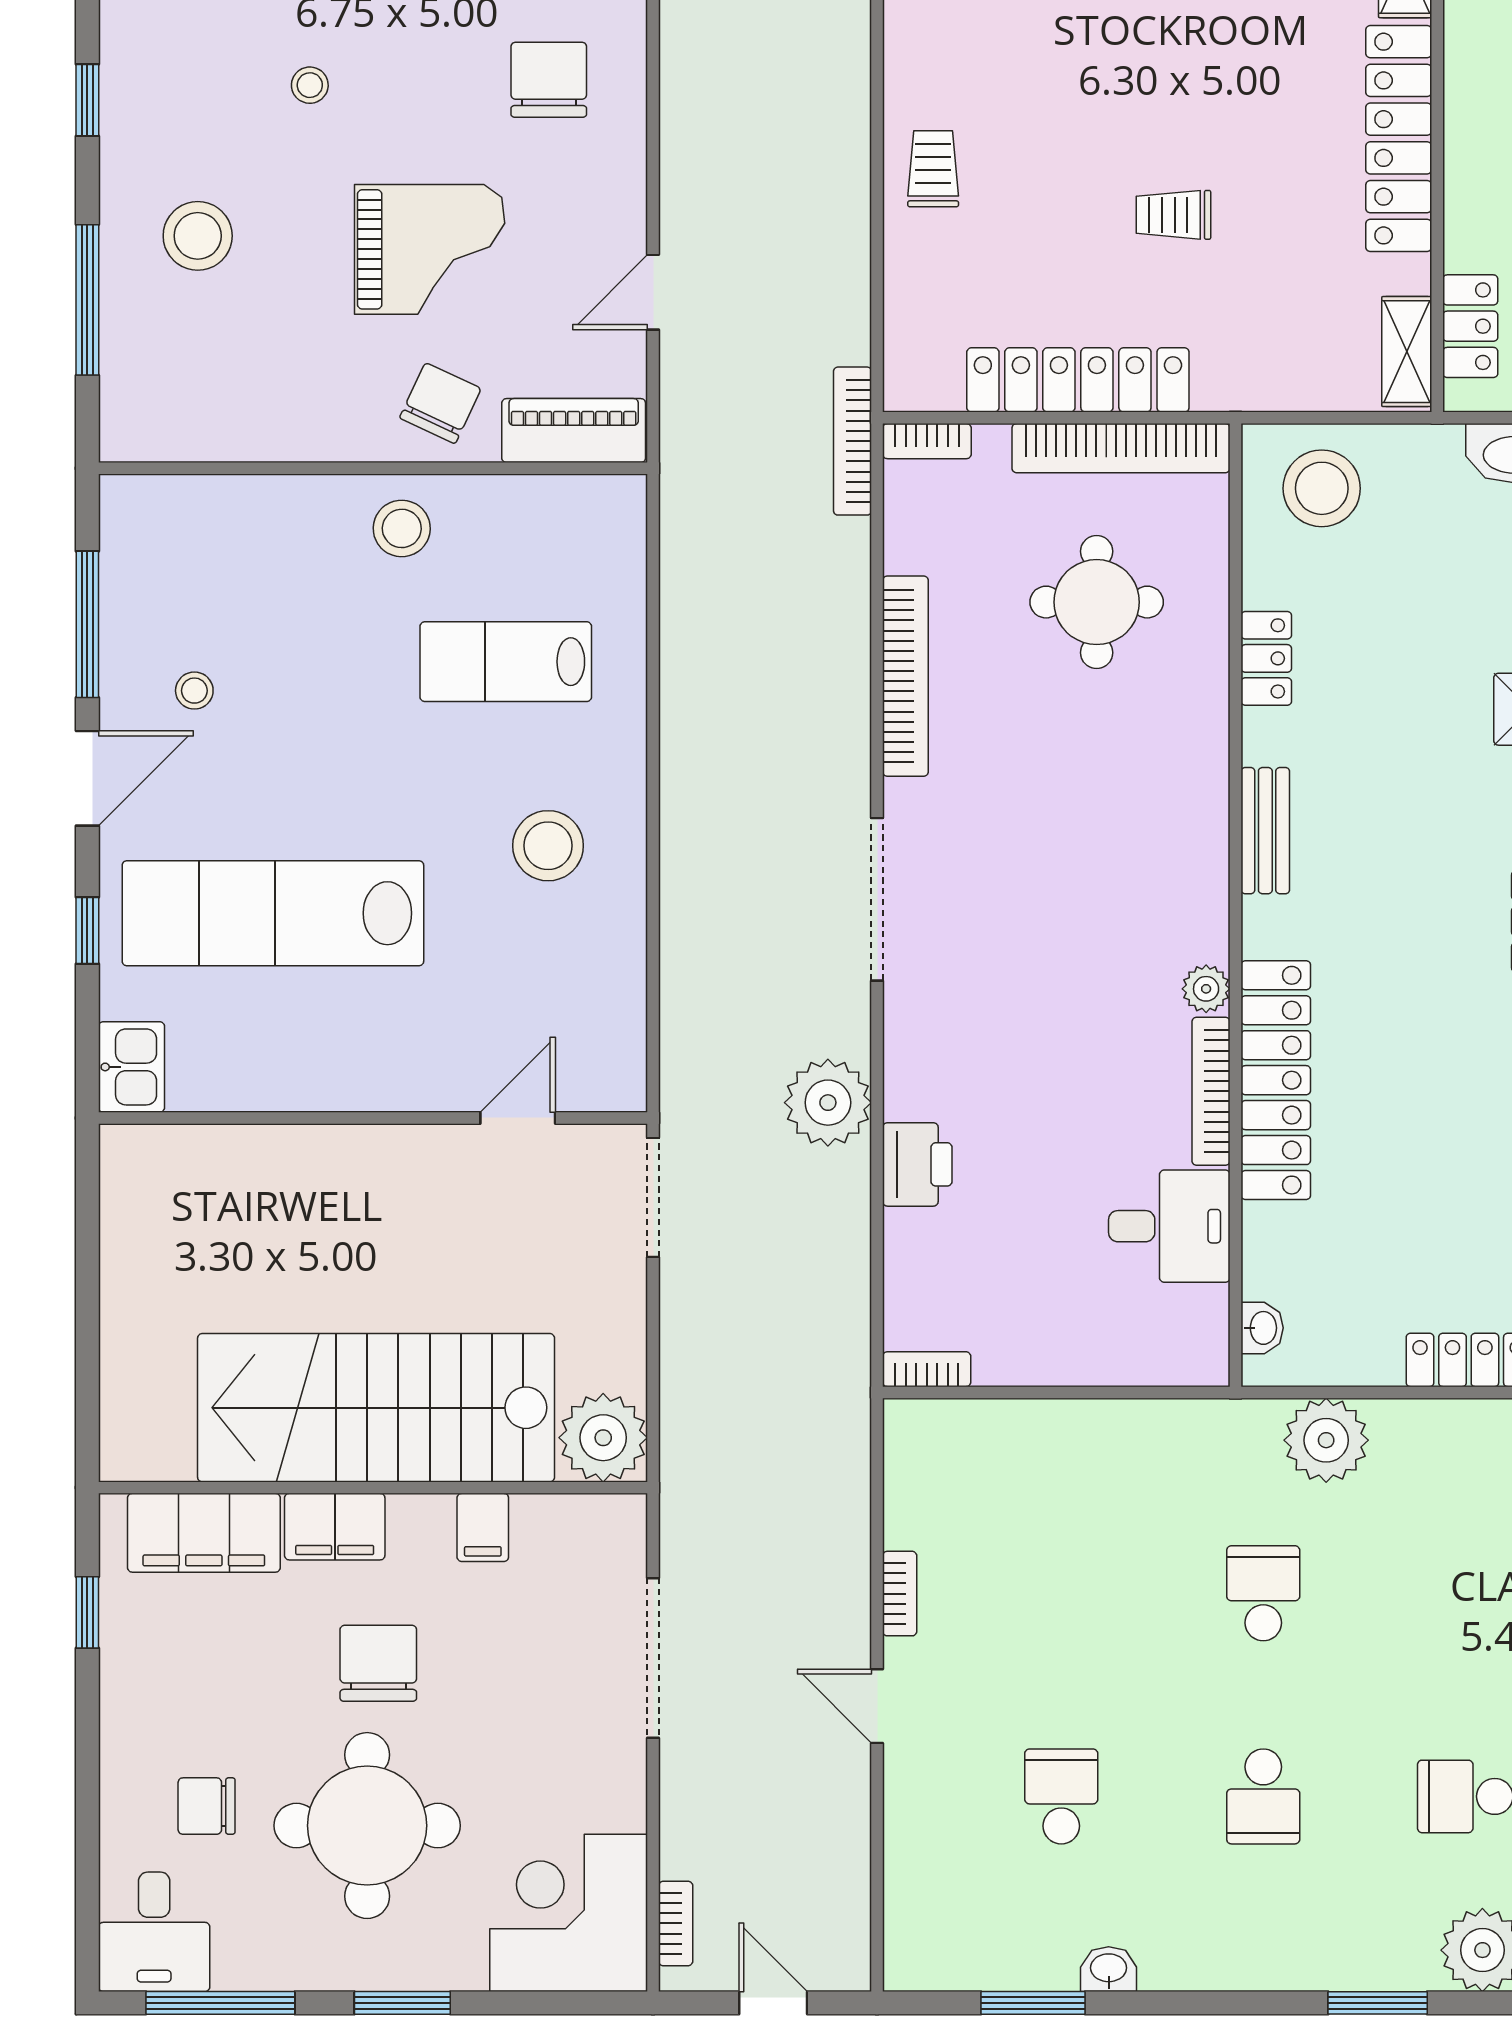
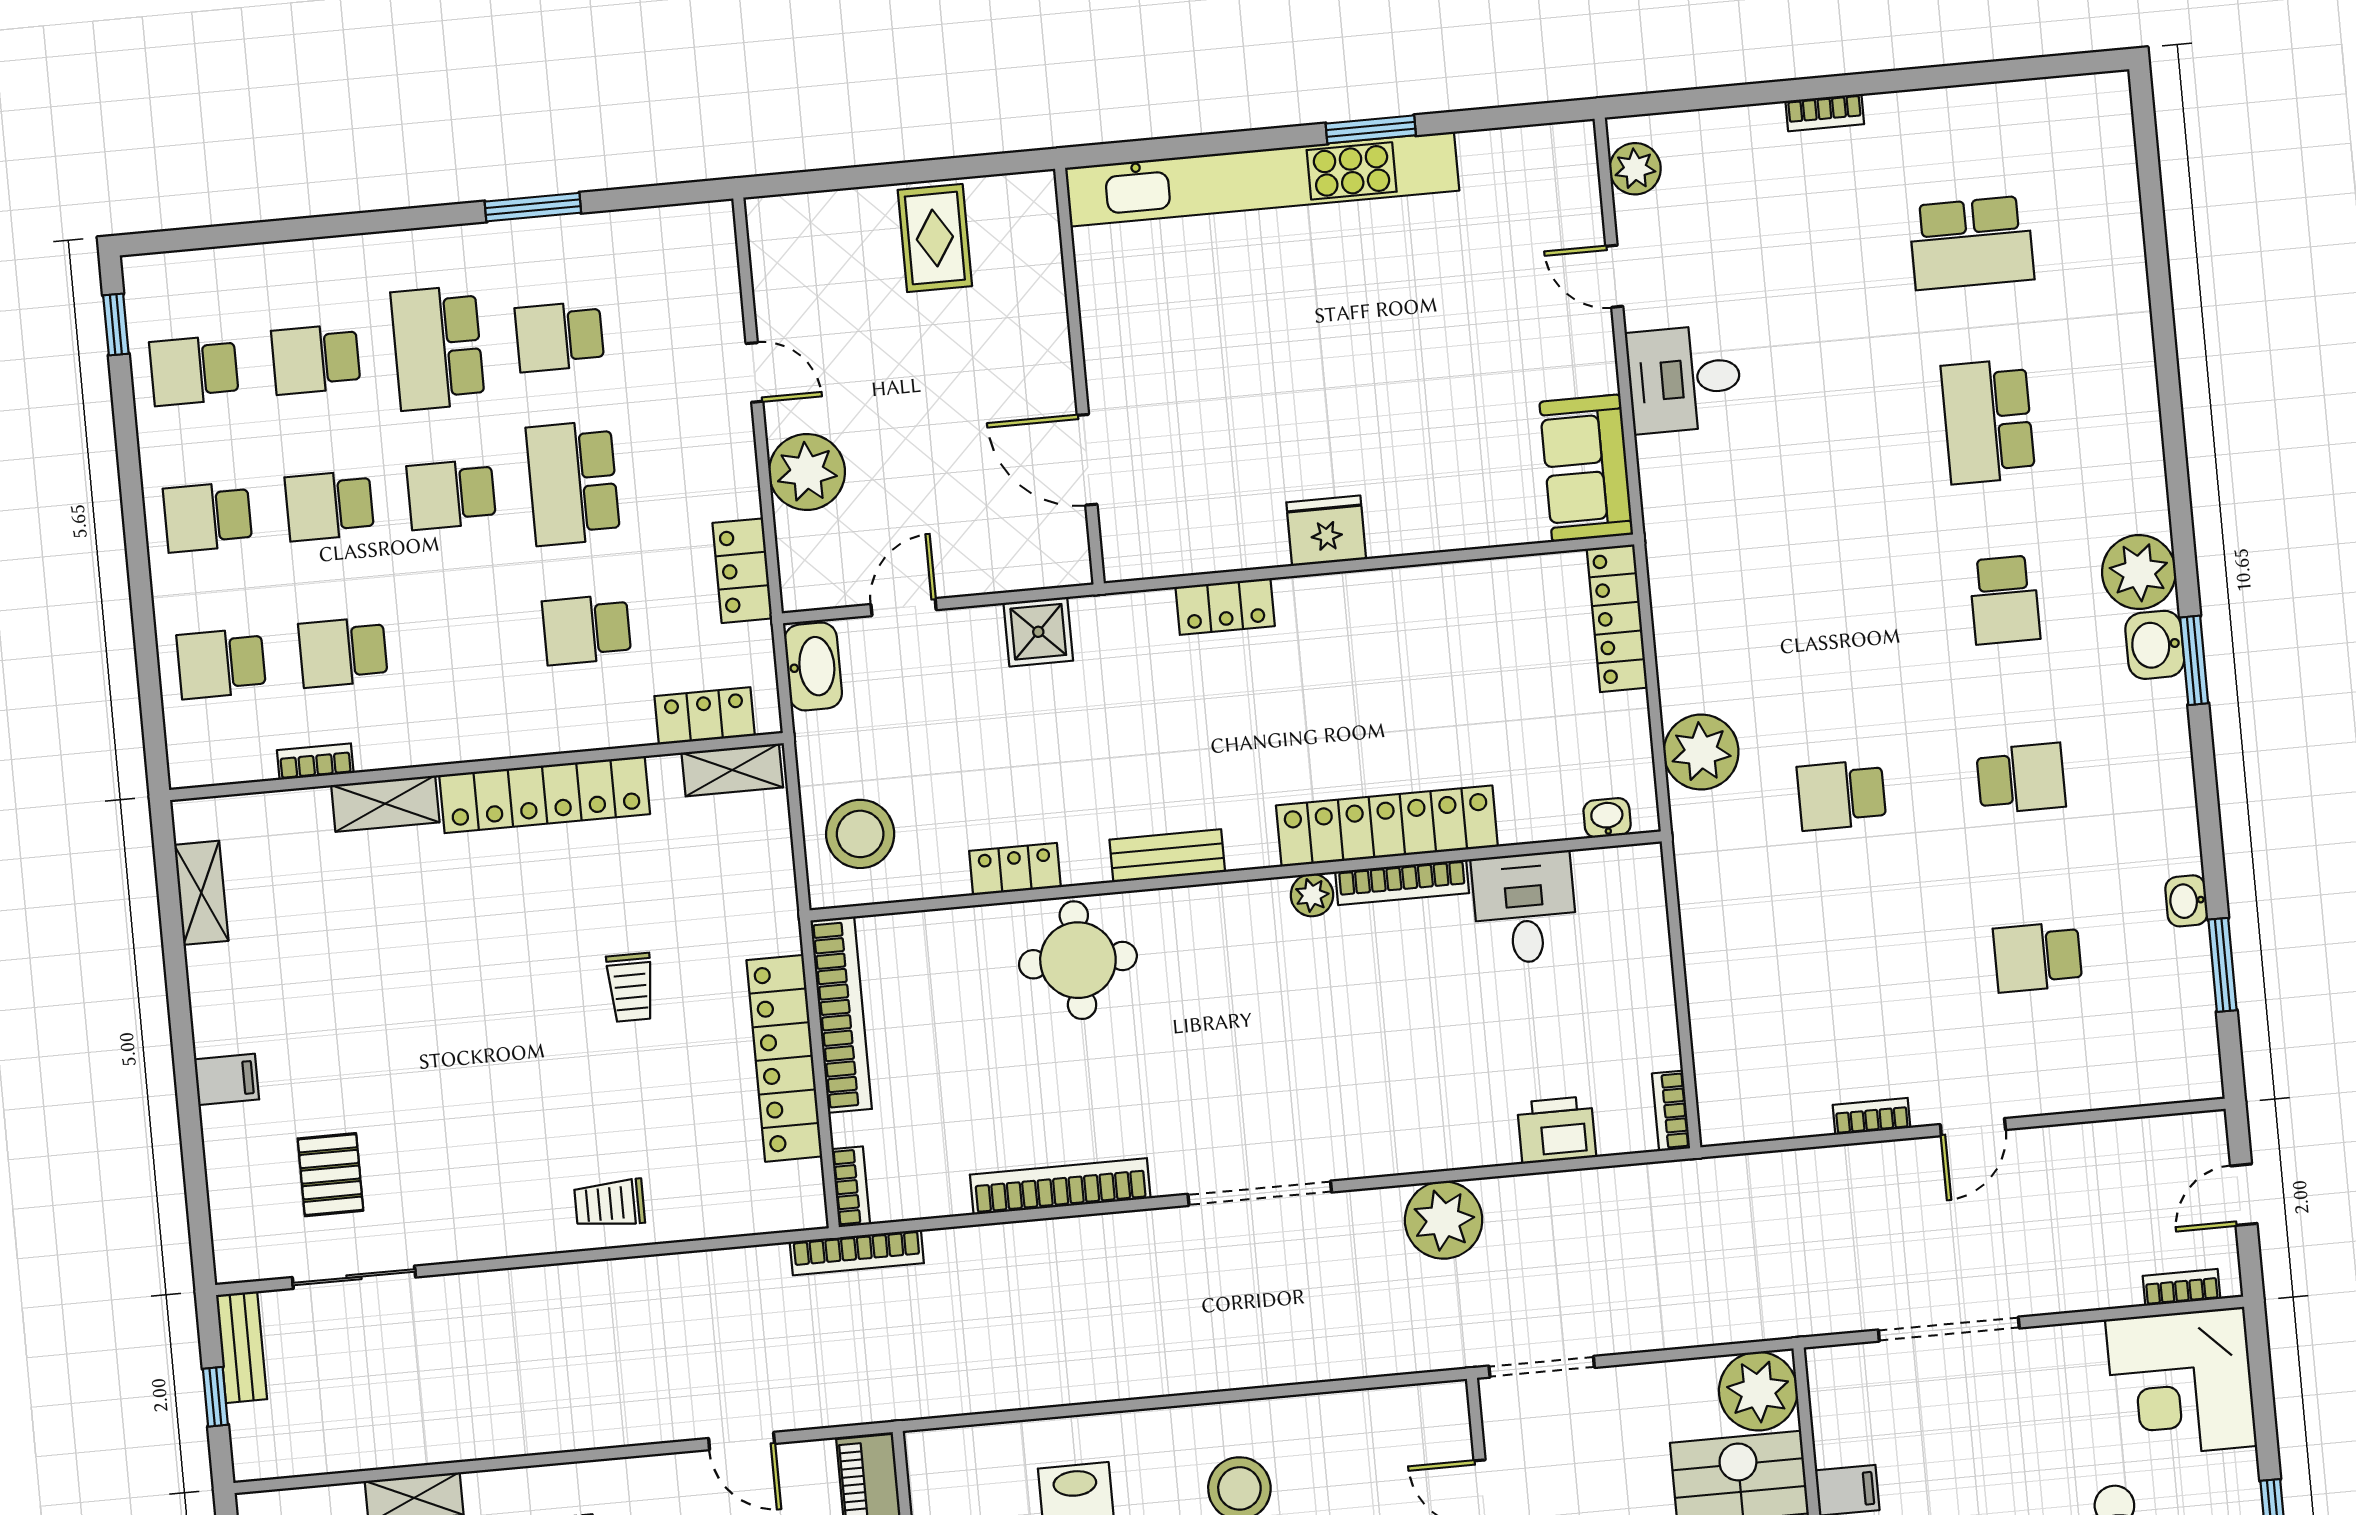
round table: (1097, 602) -> (1078, 960), moved
printer: (917, 1164) -> (1556, 1130), moved
washbasin: (1399, 1960) -> (2155, 645), added

